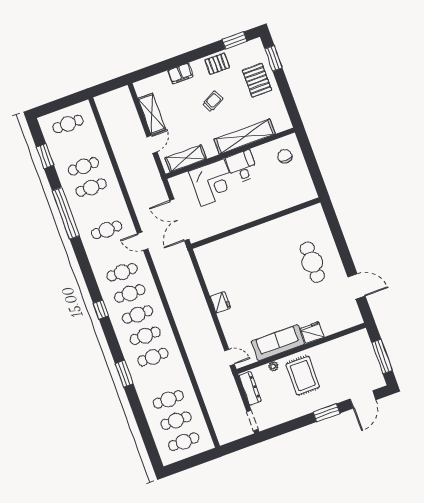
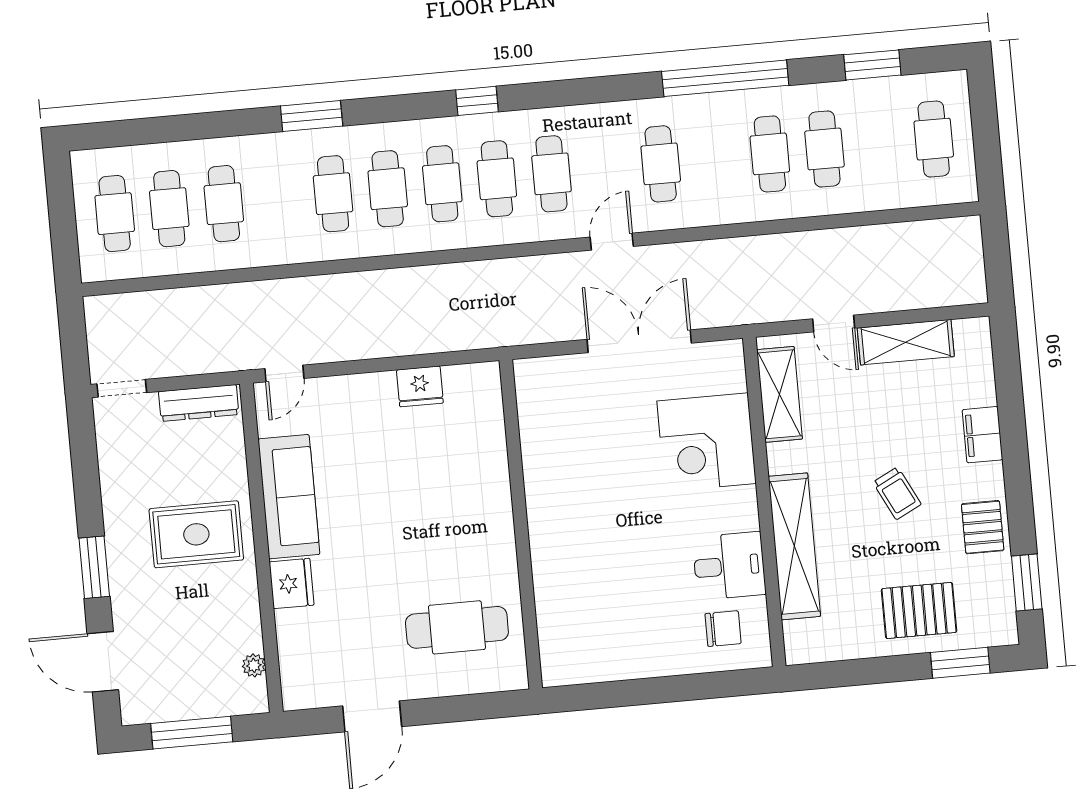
desk: (242, 167) -> (729, 566), moved
wall: (256, 223) -> (521, 524), moved
plant: (273, 366) -> (254, 665), moved

